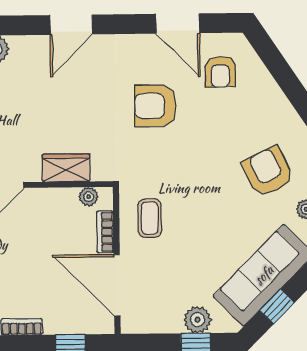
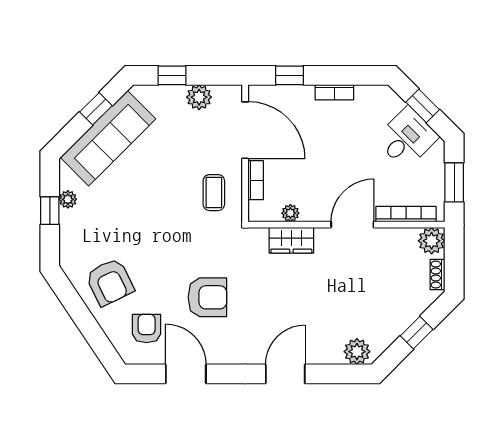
armchair: (268, 172) -> (110, 282), moved
plant: (89, 197) -> (290, 213), moved
plant: (197, 320) -> (199, 97), moved

